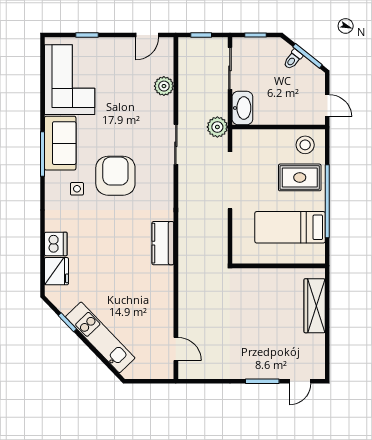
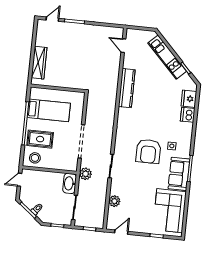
door: (327, 106) -> (19, 180), hinge flipped
kitchen counter: (163, 243) -> (127, 88), moved, width x1.50

